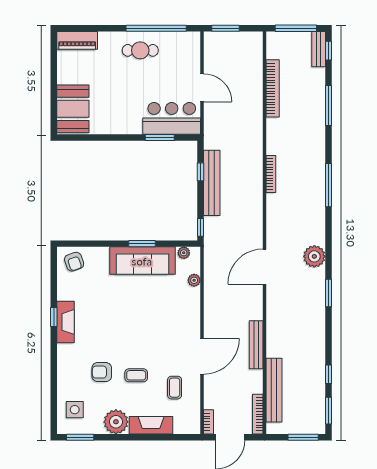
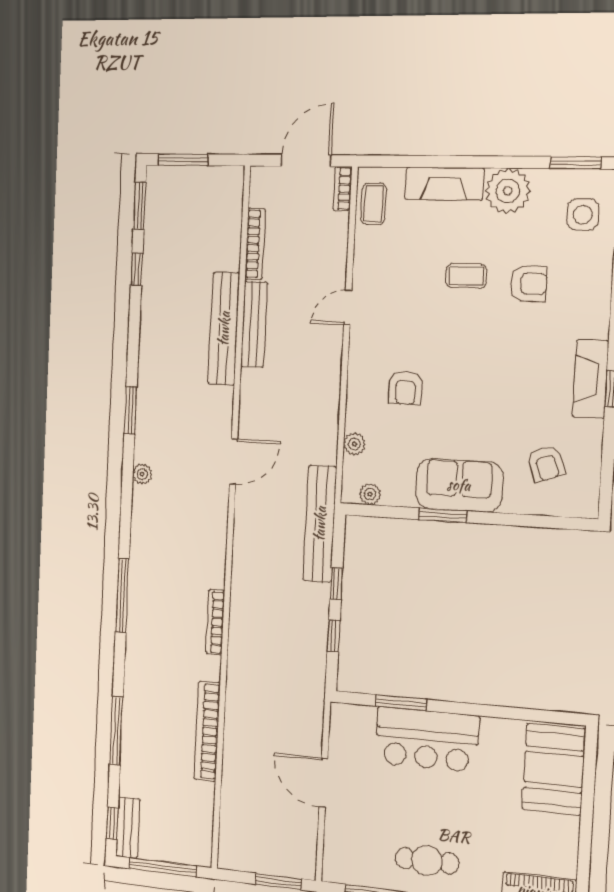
bookcase: (273, 88) -> (207, 731), moved
bar counter: (172, 118) -> (427, 739), moved
bench: (212, 183) -> (320, 524), moved
window: (200, 227) -> (336, 584), moved
plant: (314, 256) -> (142, 474), width x0.53, depth x0.53
sofa: (142, 261) -> (459, 485), width x0.73
armchair: (74, 262) -> (546, 464), moved, turned 180
door: (264, 267) -> (233, 462), width x0.73
armchair: (167, 313) -> (406, 388), added
door: (202, 356) -> (348, 307), width x0.53
coffee table: (175, 388) -> (374, 204), moved
bench: (274, 390) -> (224, 329), moved
bookcase: (258, 414) -> (255, 244), moved

